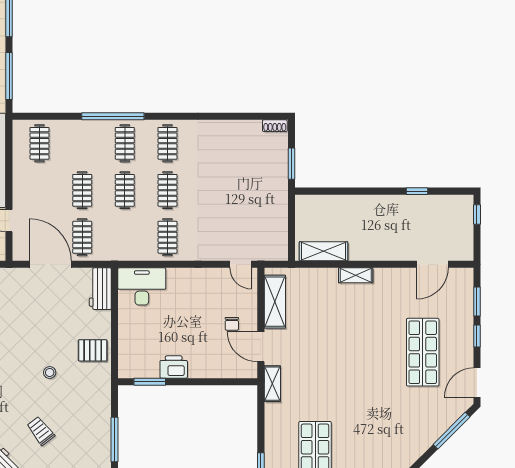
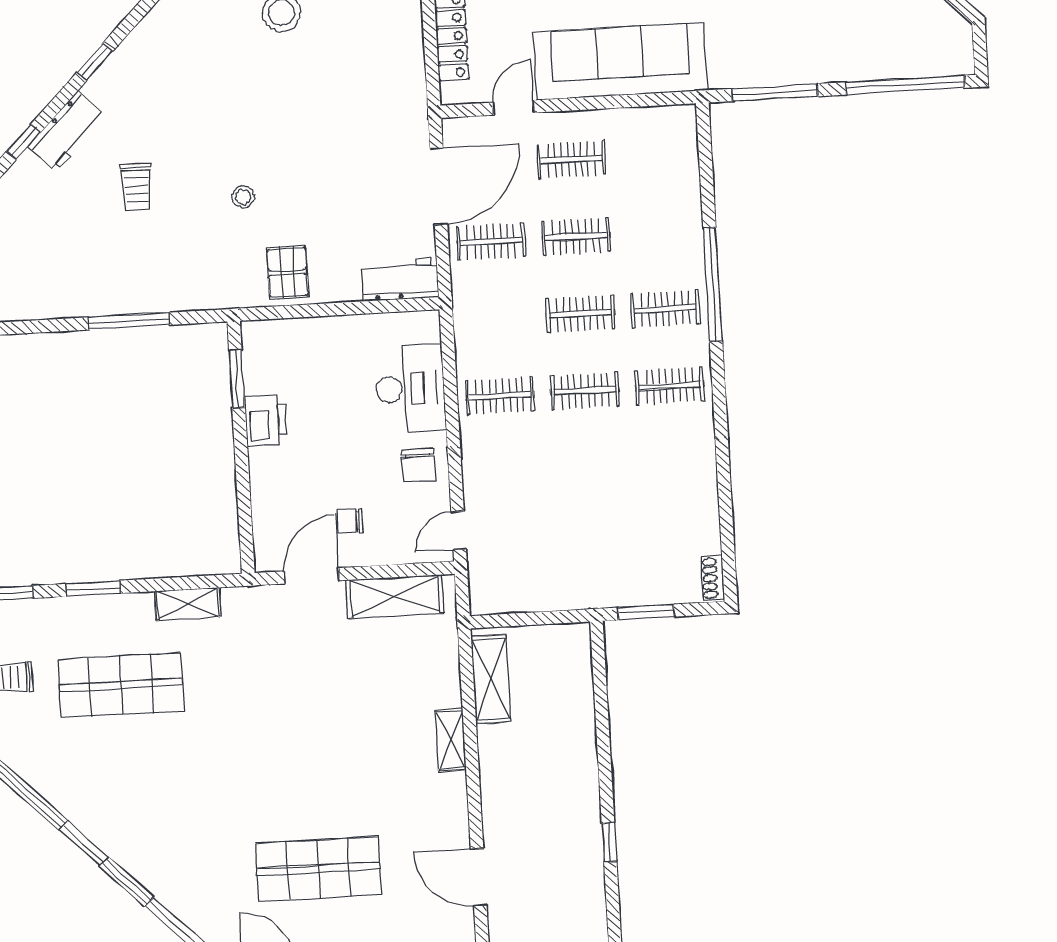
clothes rail: (39, 143) -> (571, 159), moved
chair: (203, 284) -> (418, 465), added
desk: (142, 286) -> (410, 389), moved
shelving: (272, 384) -> (188, 604), moved
trolley: (41, 431) -> (137, 187), turned 128

